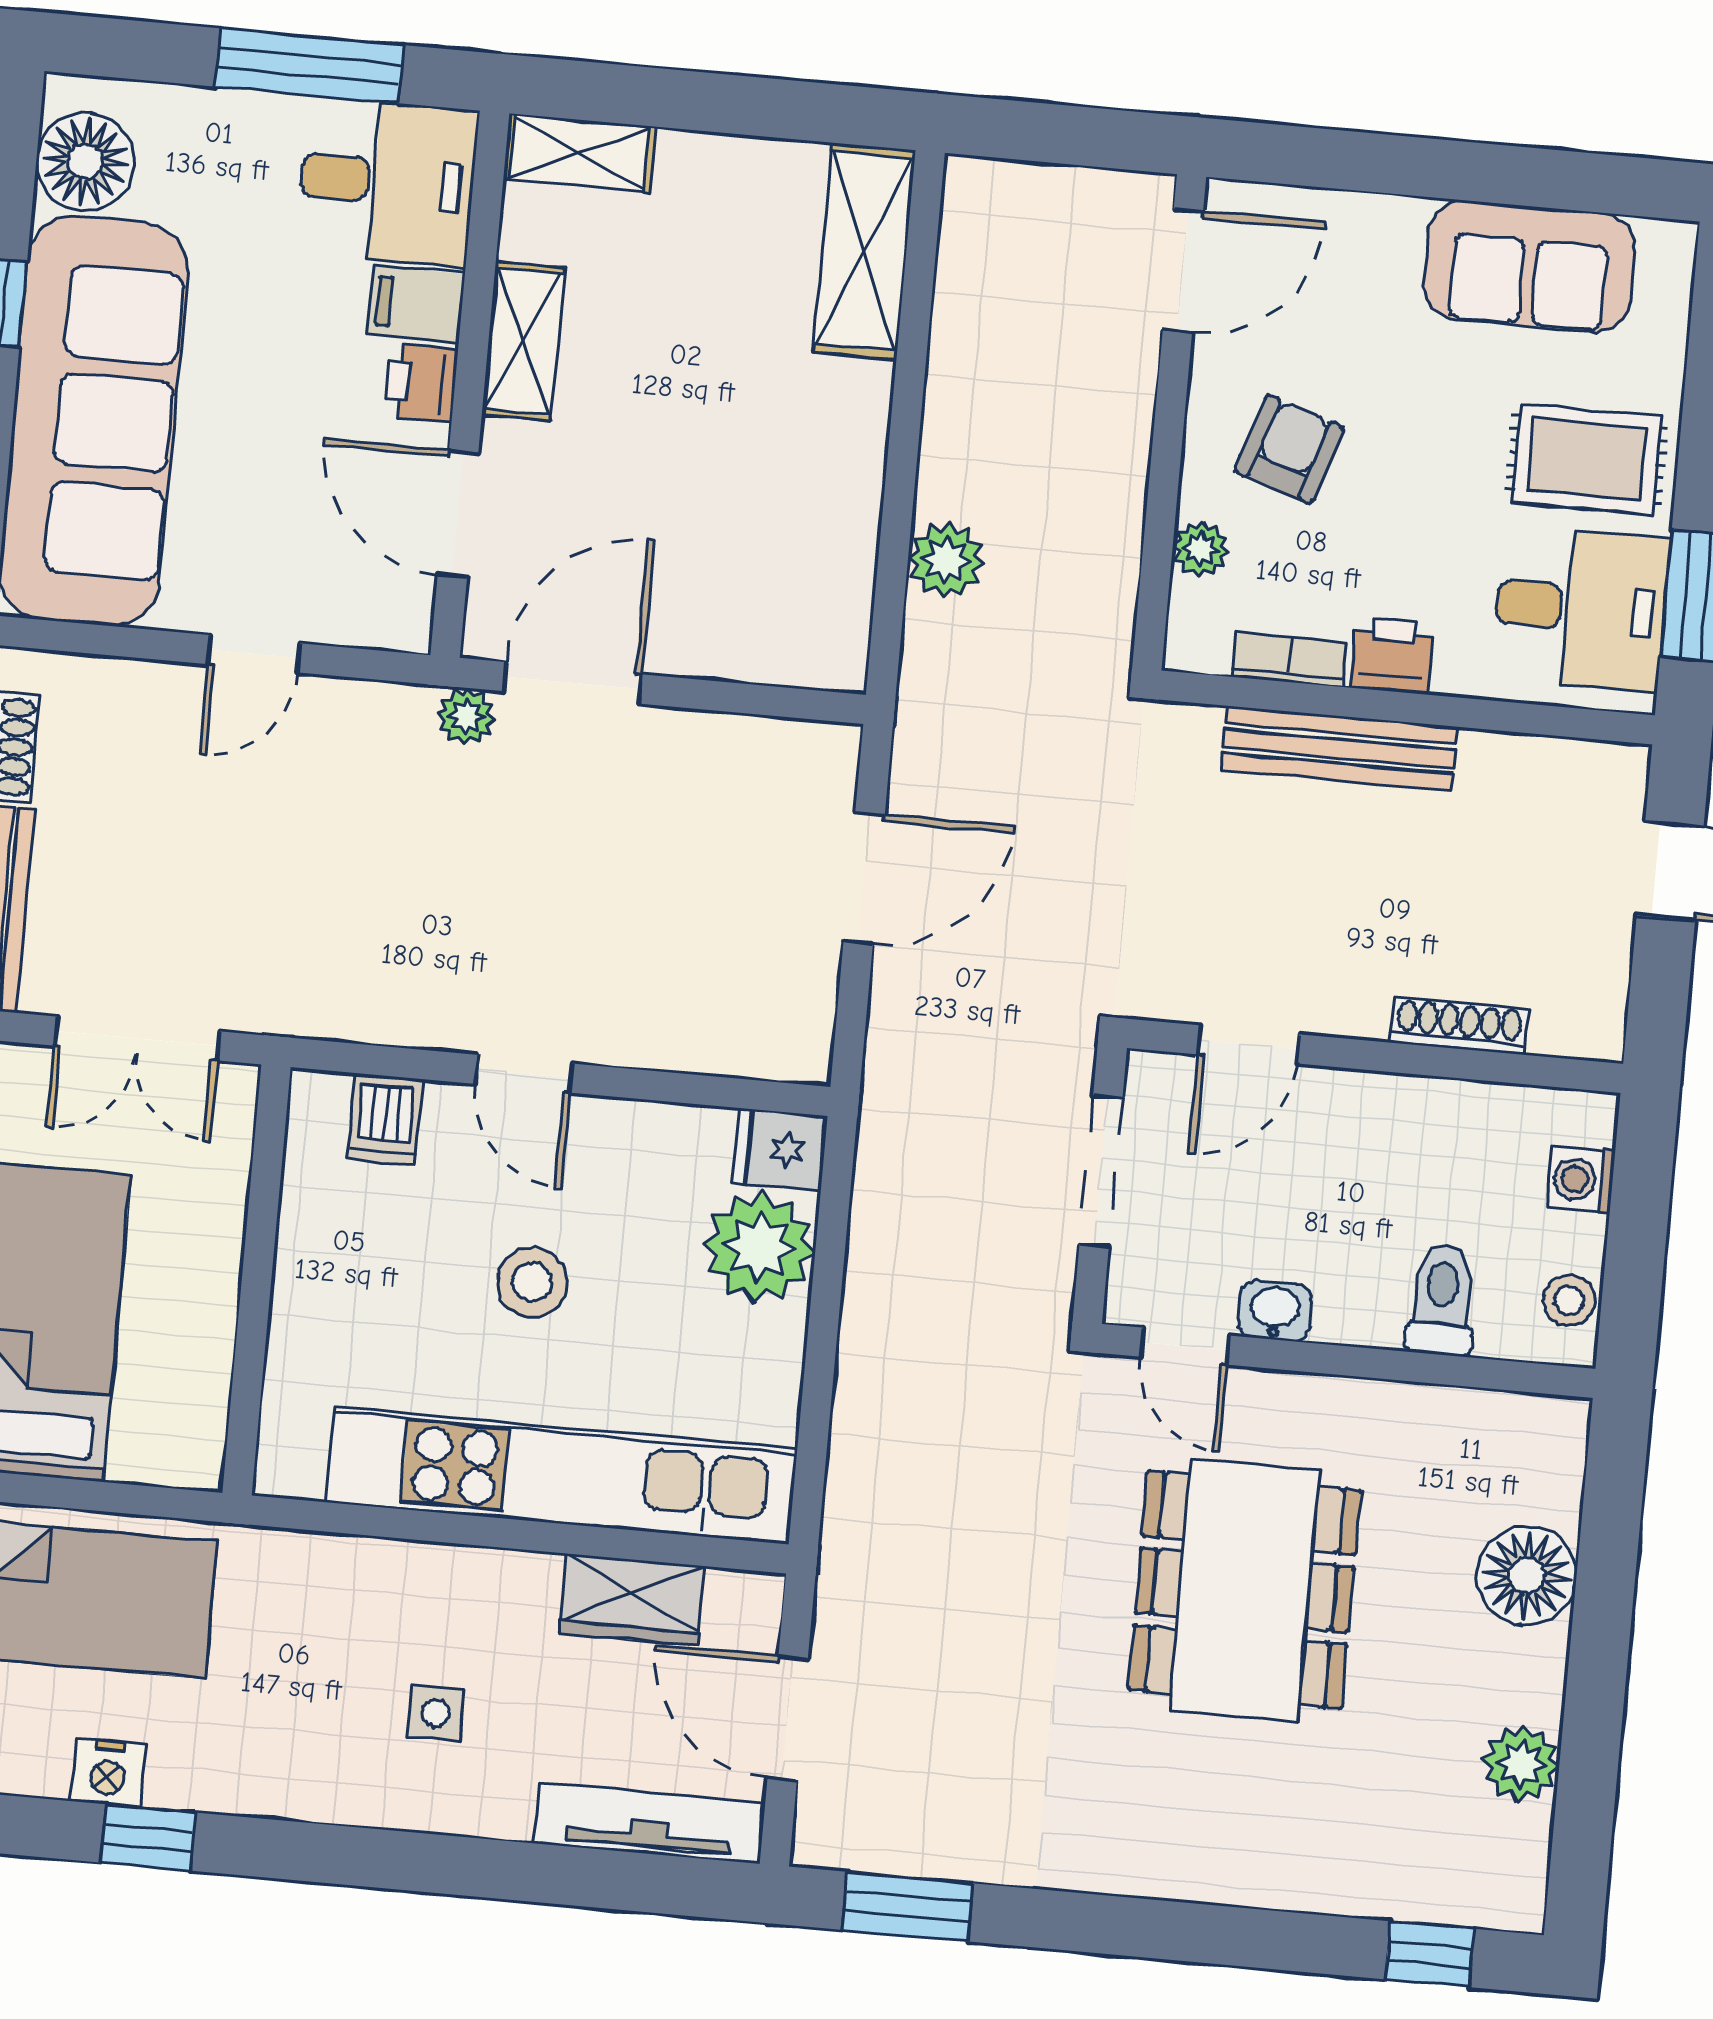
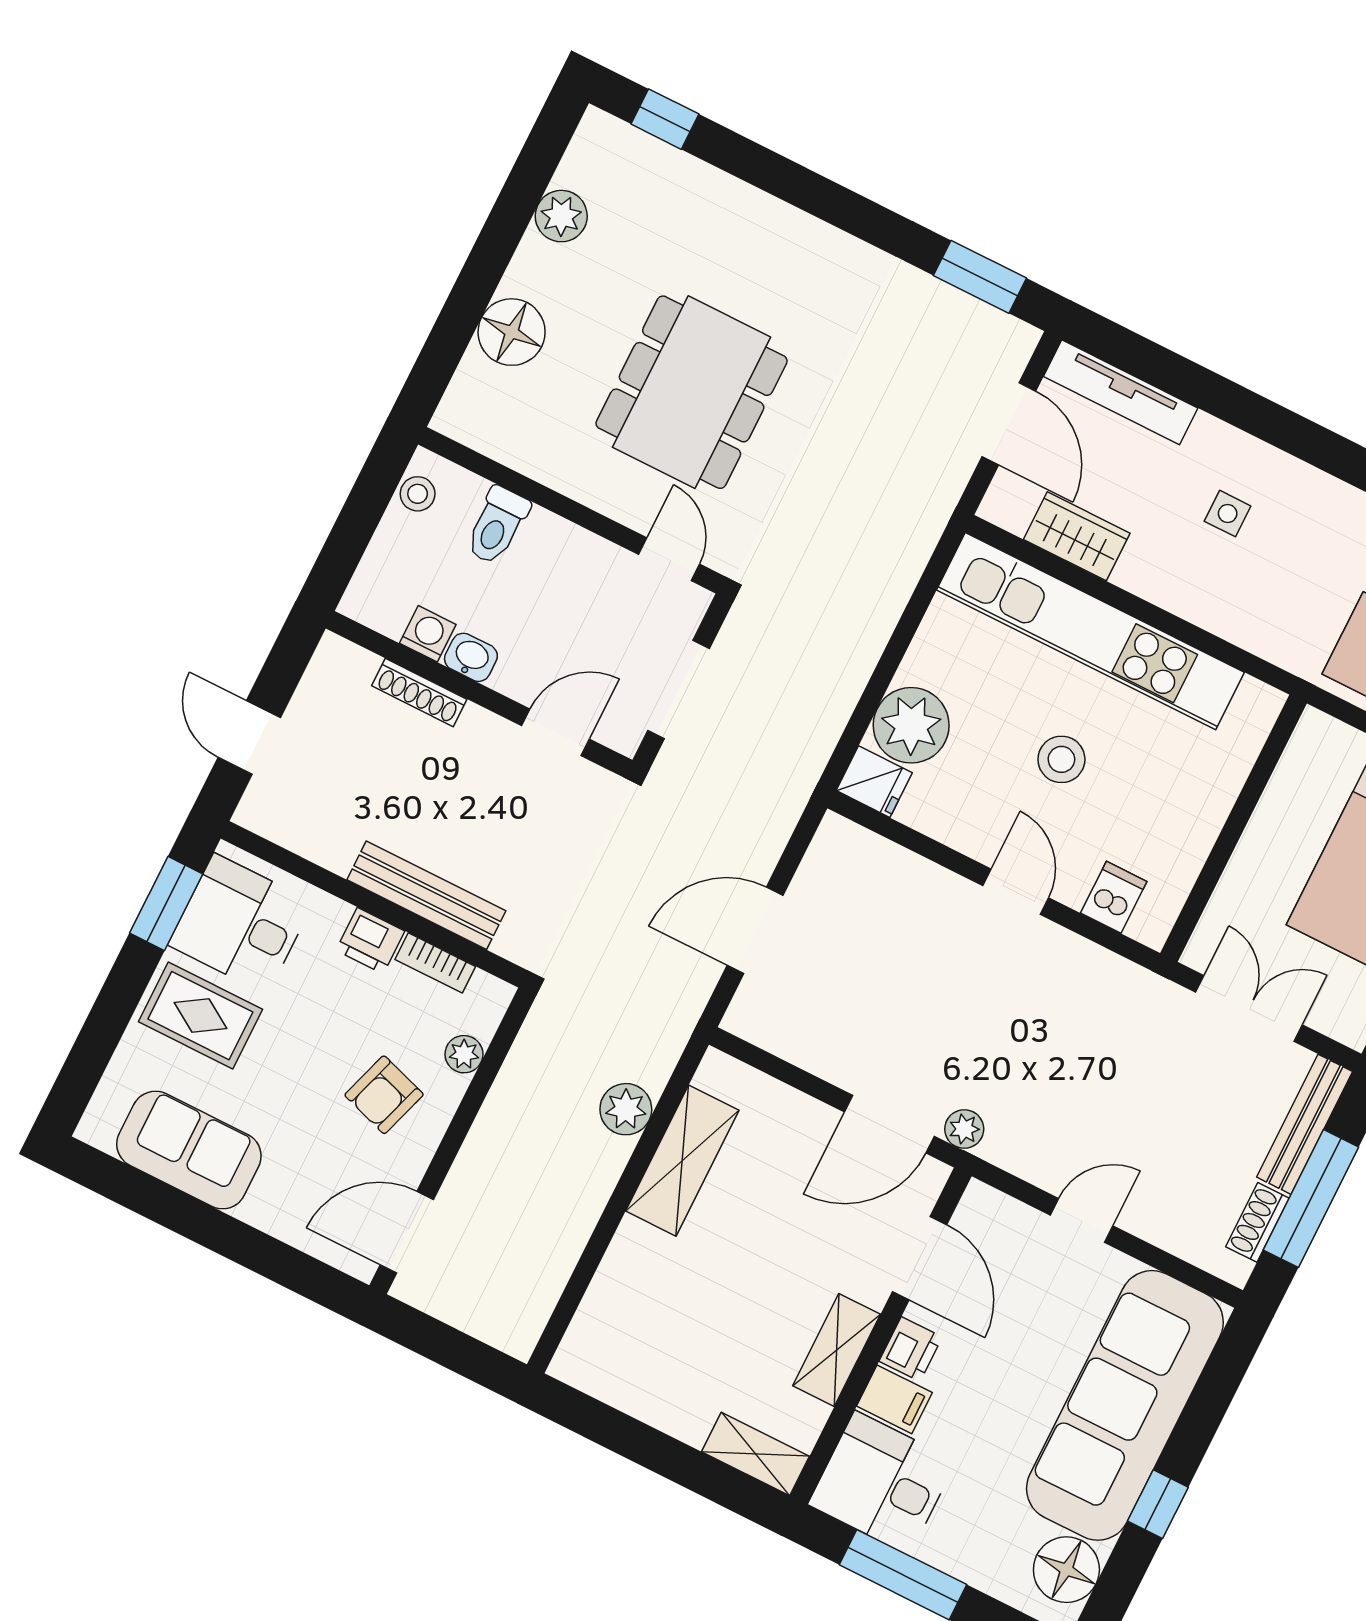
shelving: (864, 251) -> (682, 1161), moved
washing machine: (1581, 1179) -> (428, 634), moved, turned -90
washbasin: (1275, 1311) -> (471, 657), moved, turned 180

